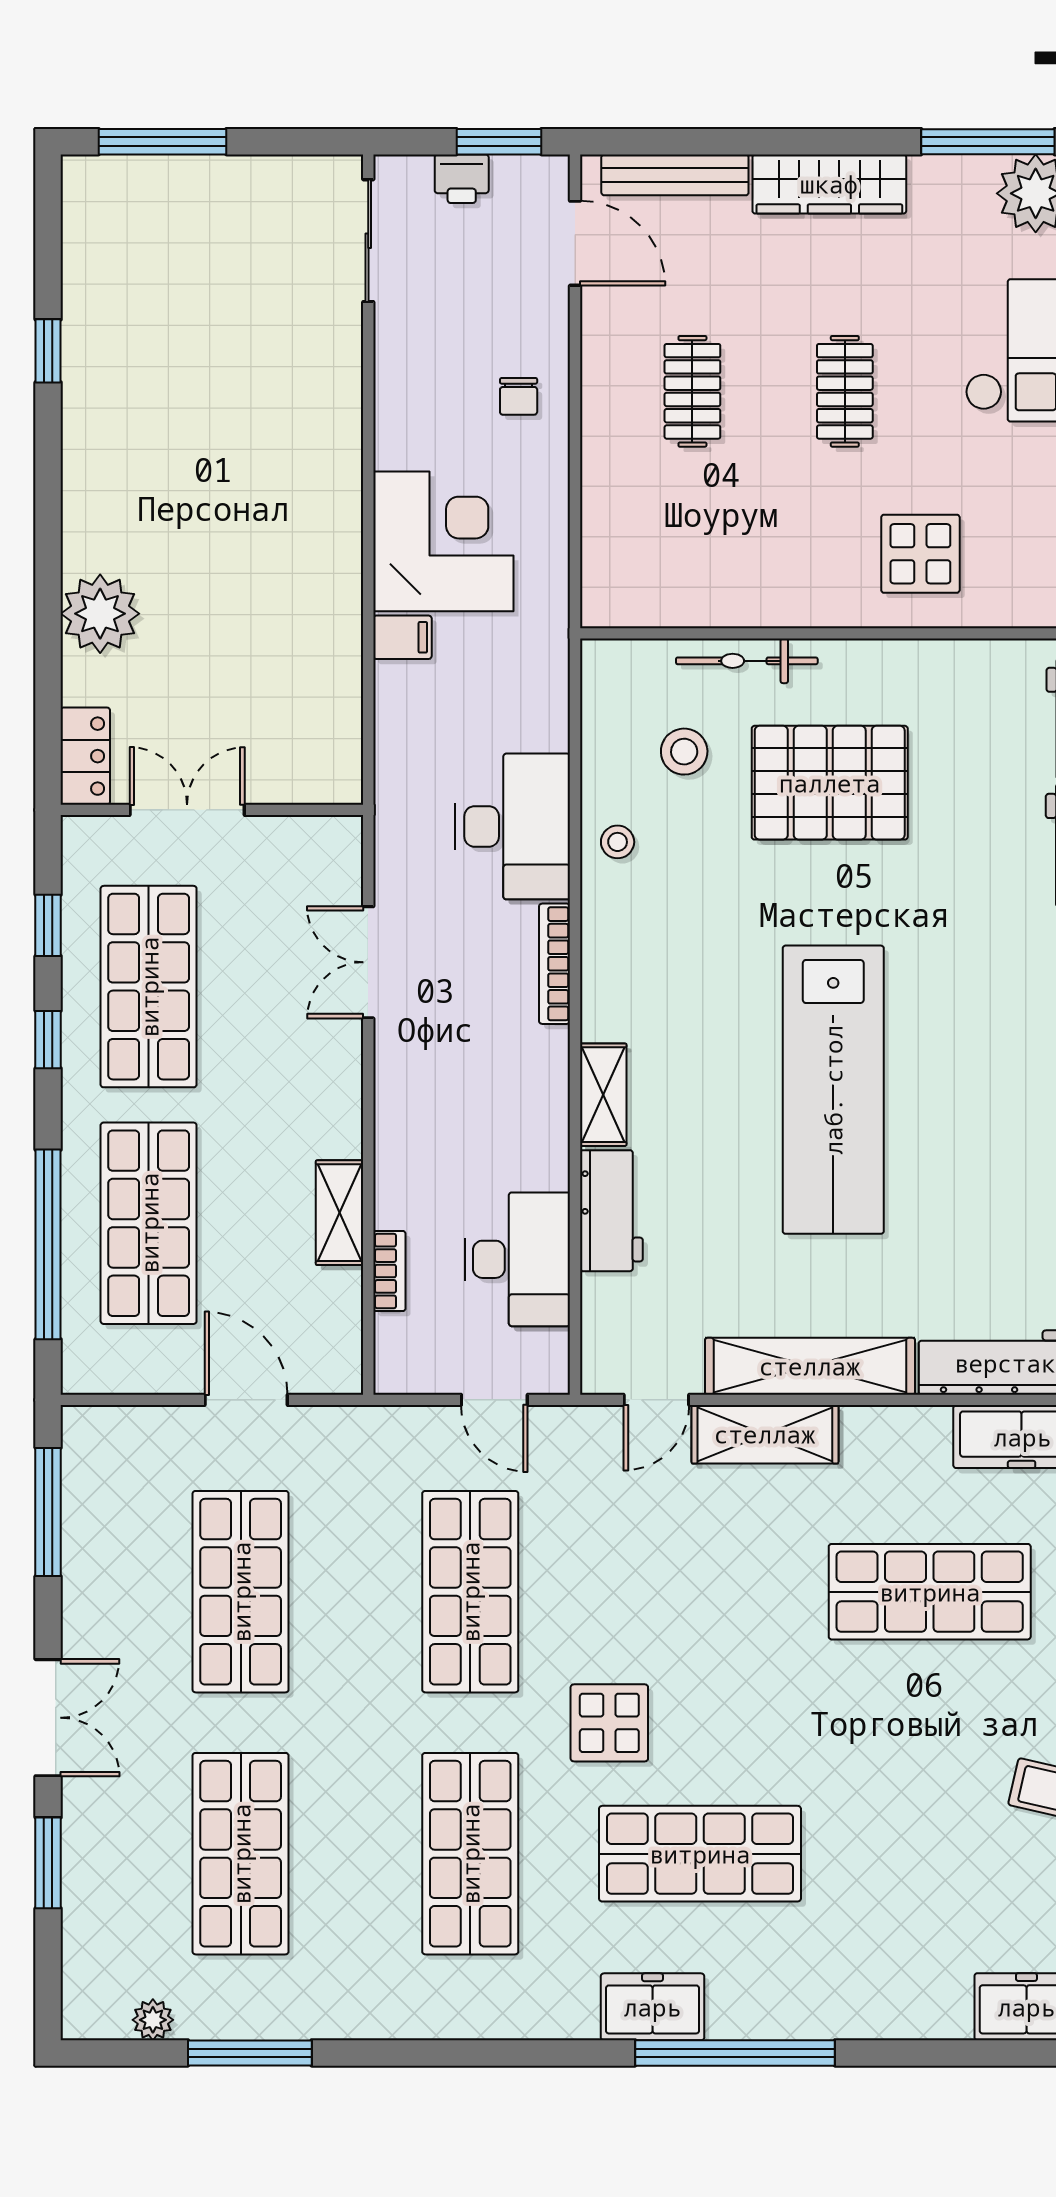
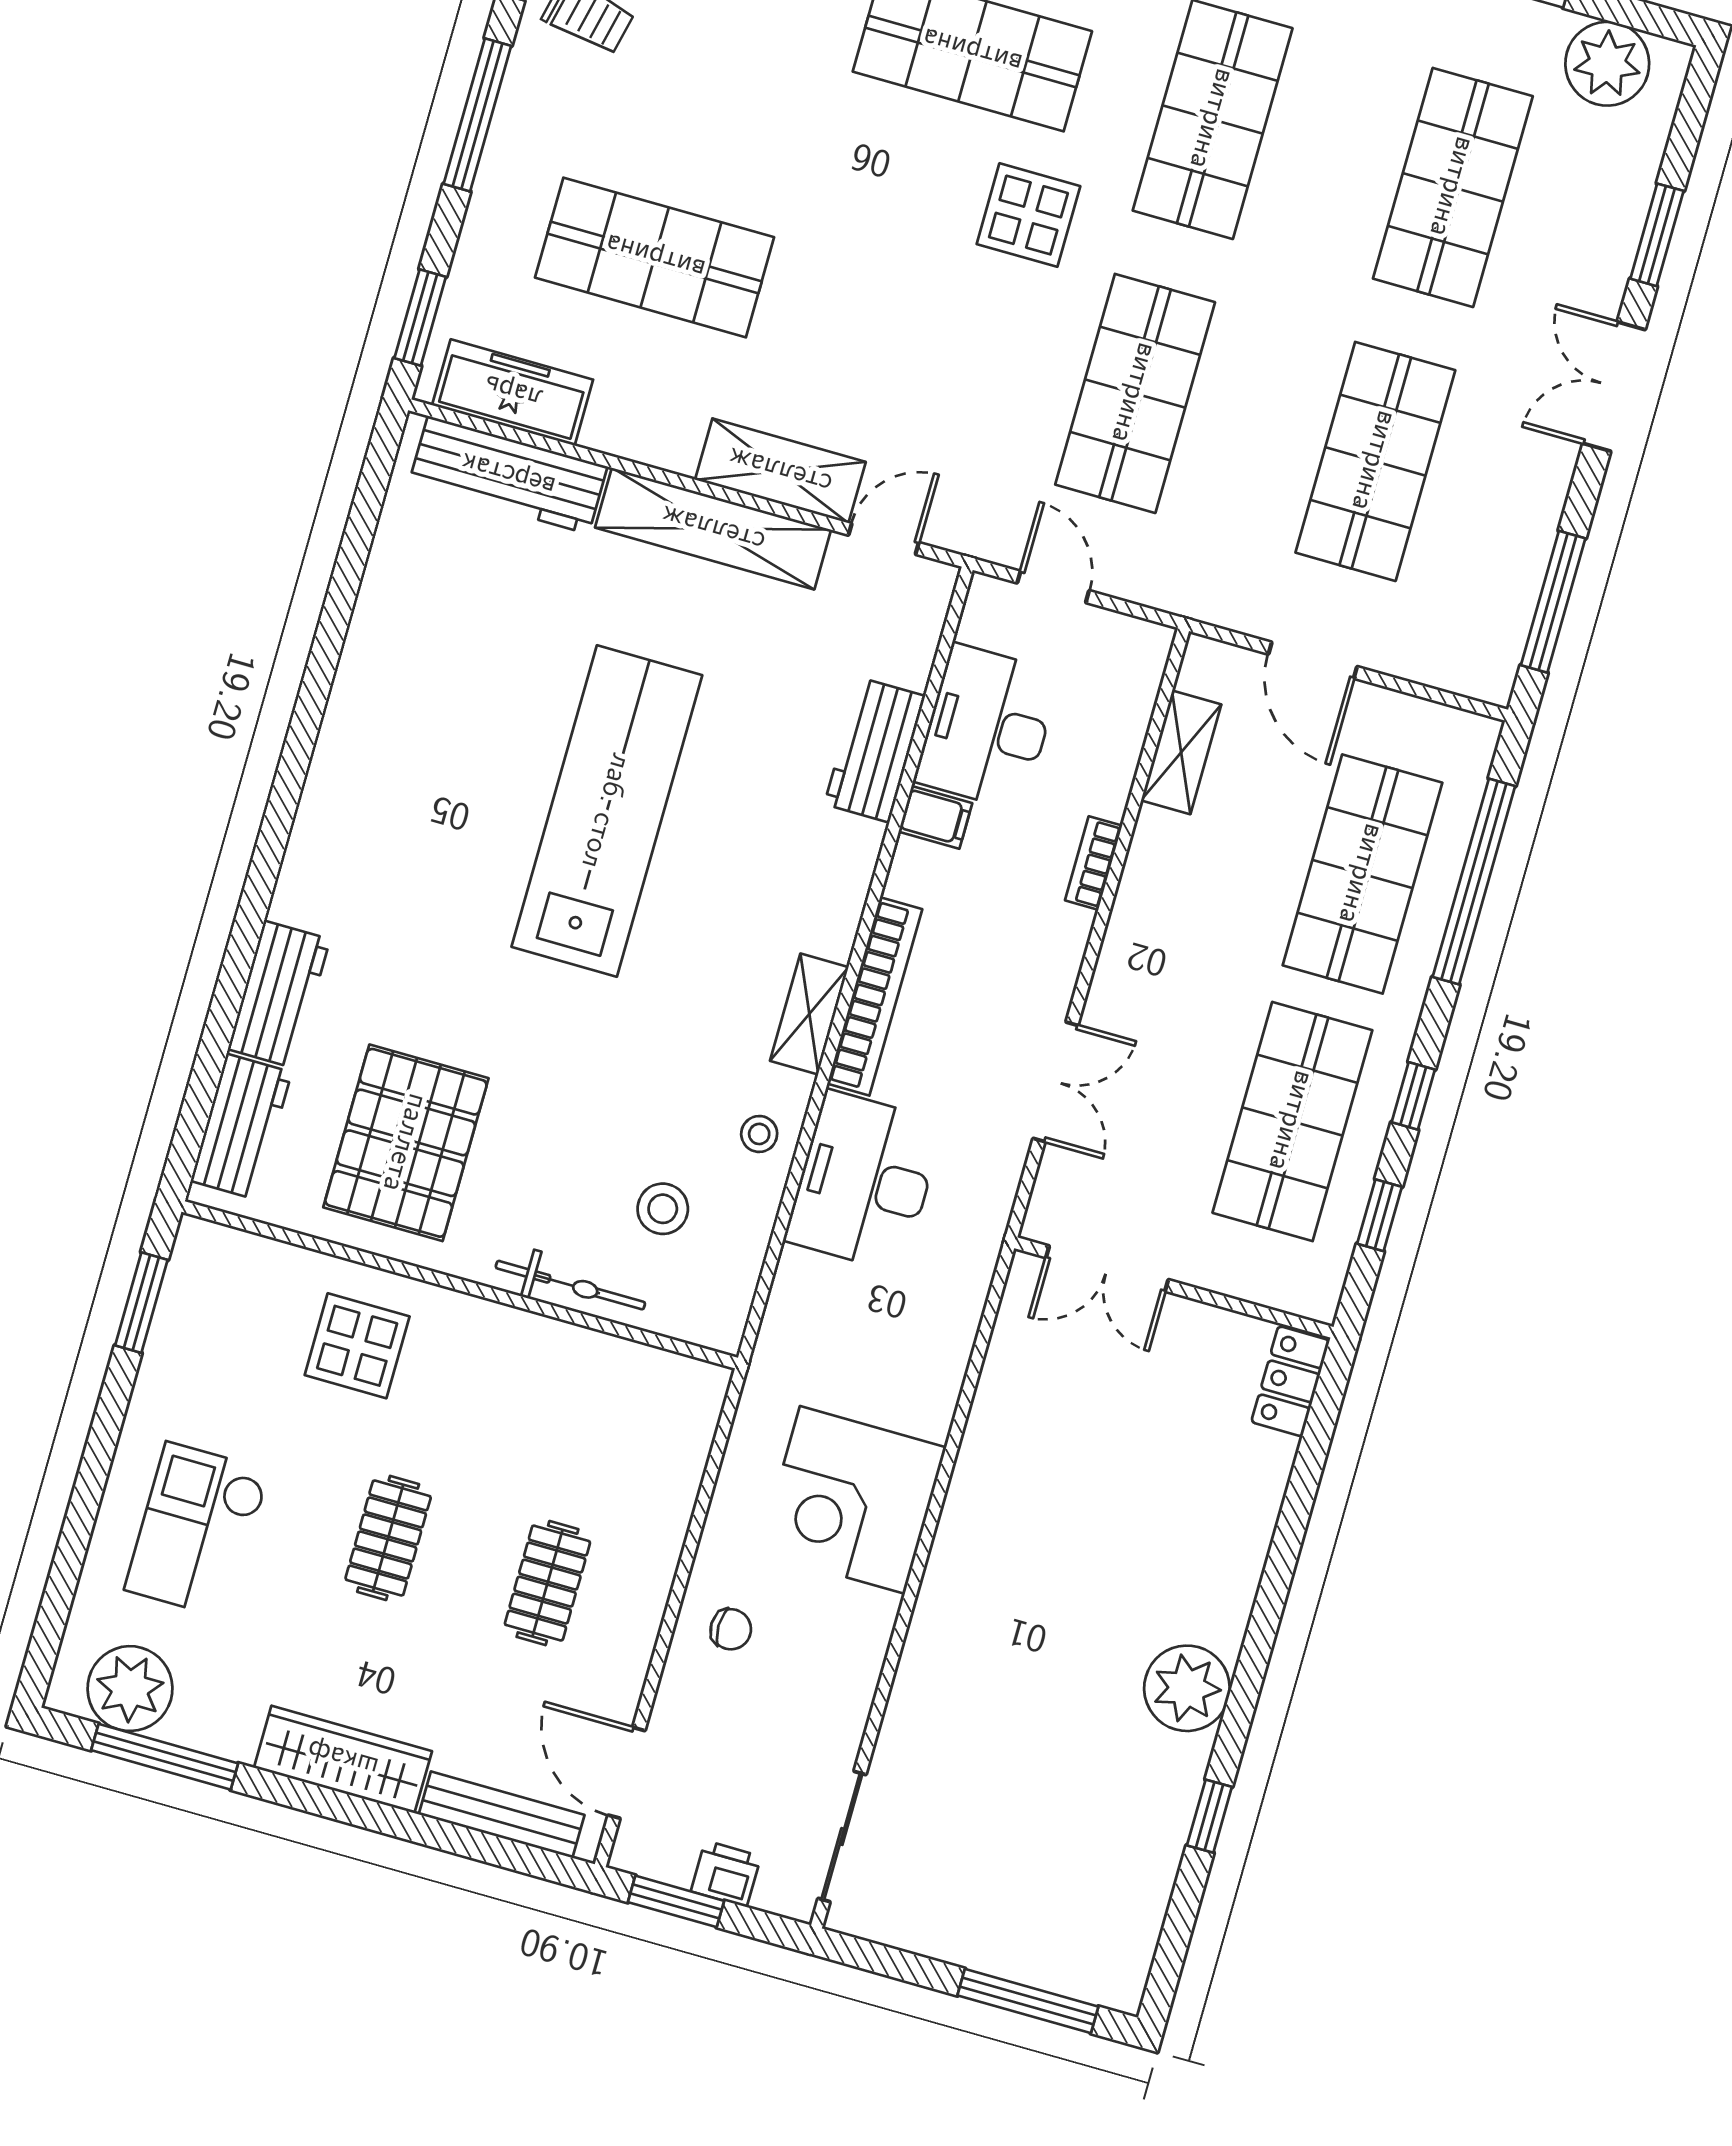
chair: (519, 396) -> (731, 1629), turned 90
plant: (100, 614) -> (1187, 1688), moved
filing cabinet: (402, 637) -> (935, 817), moved, turned 180
pallet: (830, 783) -> (406, 1143), moved, turned 90
double door: (187, 810) -> (1107, 1269), moved
bookcase: (555, 964) -> (875, 996), width x1.48, depth x1.31
shelving: (603, 1095) -> (809, 1014), moved
shelving: (340, 1213) -> (1181, 752), moved
bookcase: (389, 1271) -> (1094, 863), moved
plant: (153, 2020) -> (1607, 64), width x1.88, depth x1.88

